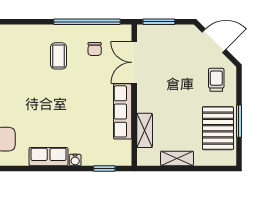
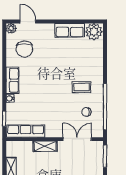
row of seats: (123, 111) -> (26, 131), moved
shelving: (145, 130) -> (45, 146), moved

